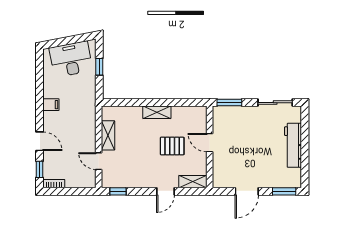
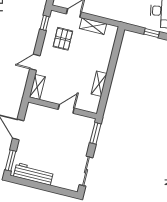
shelving: (157, 112) -> (99, 84), moved
workbench: (293, 145) -> (33, 174), moved
pallet: (172, 146) -> (63, 39), moved
door: (165, 191) -> (35, 62), hinge flipped

